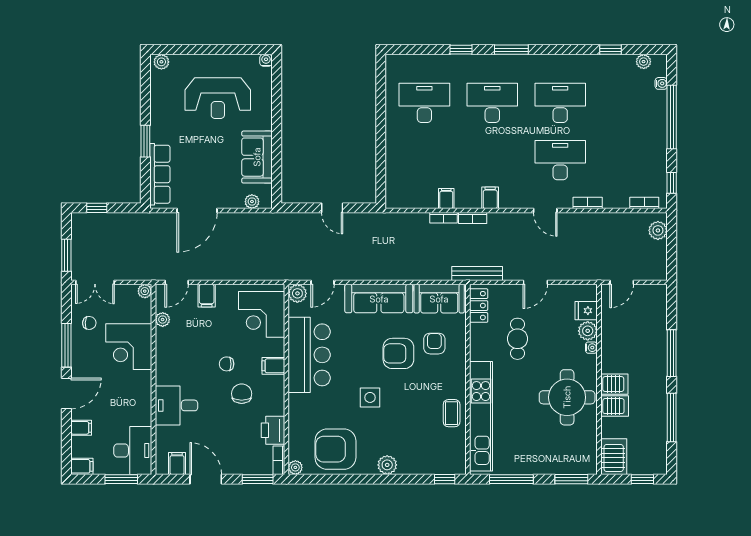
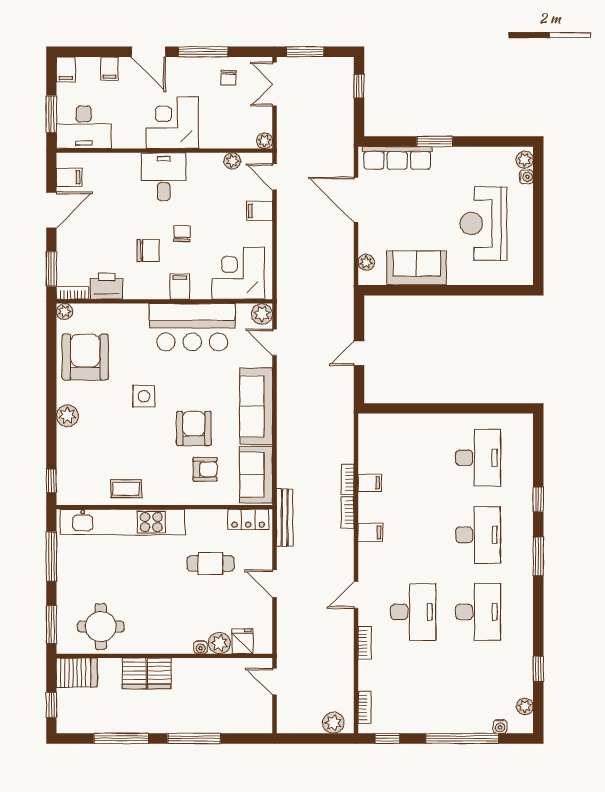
water cooler: (266, 60) -> (526, 177), moved
corner desk: (129, 347) -> (172, 123), moved
round table: (567, 397) -> (101, 627), moved, width x0.73, depth x0.73
desk: (176, 405) -> (164, 177), moved

